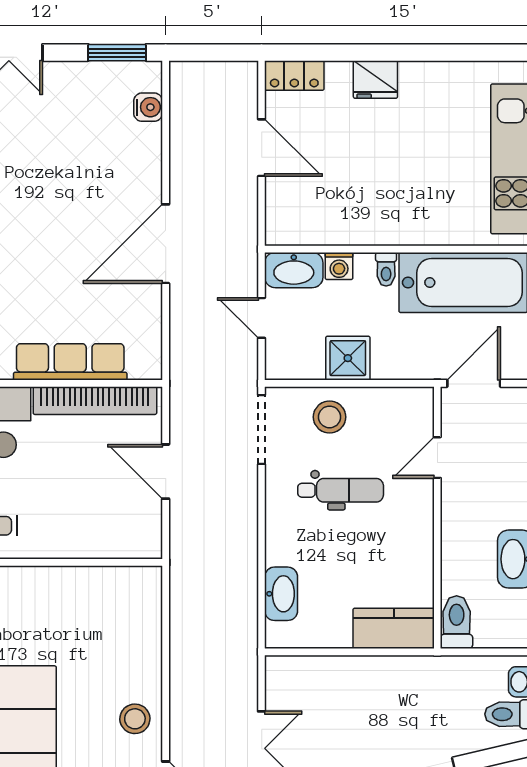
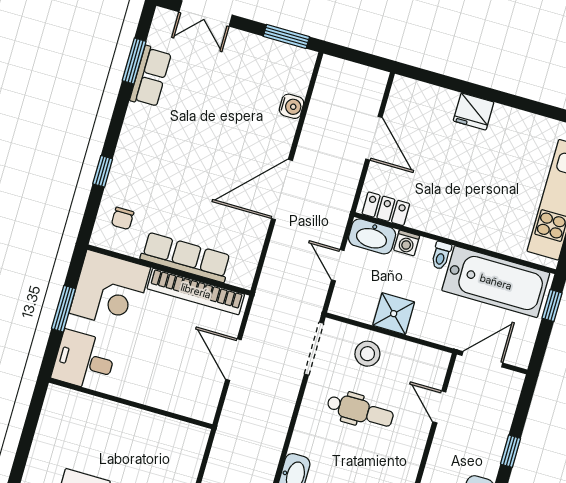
locker: (294, 76) -> (386, 209), moved, turned 180
water cooler: (148, 107) -> (292, 106), moved
door: (437, 458) -> (439, 407), hinge flipped

